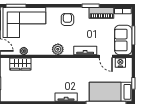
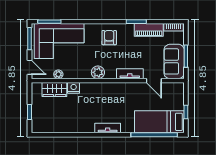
nightstand: (120, 63) -> (74, 88), moved

